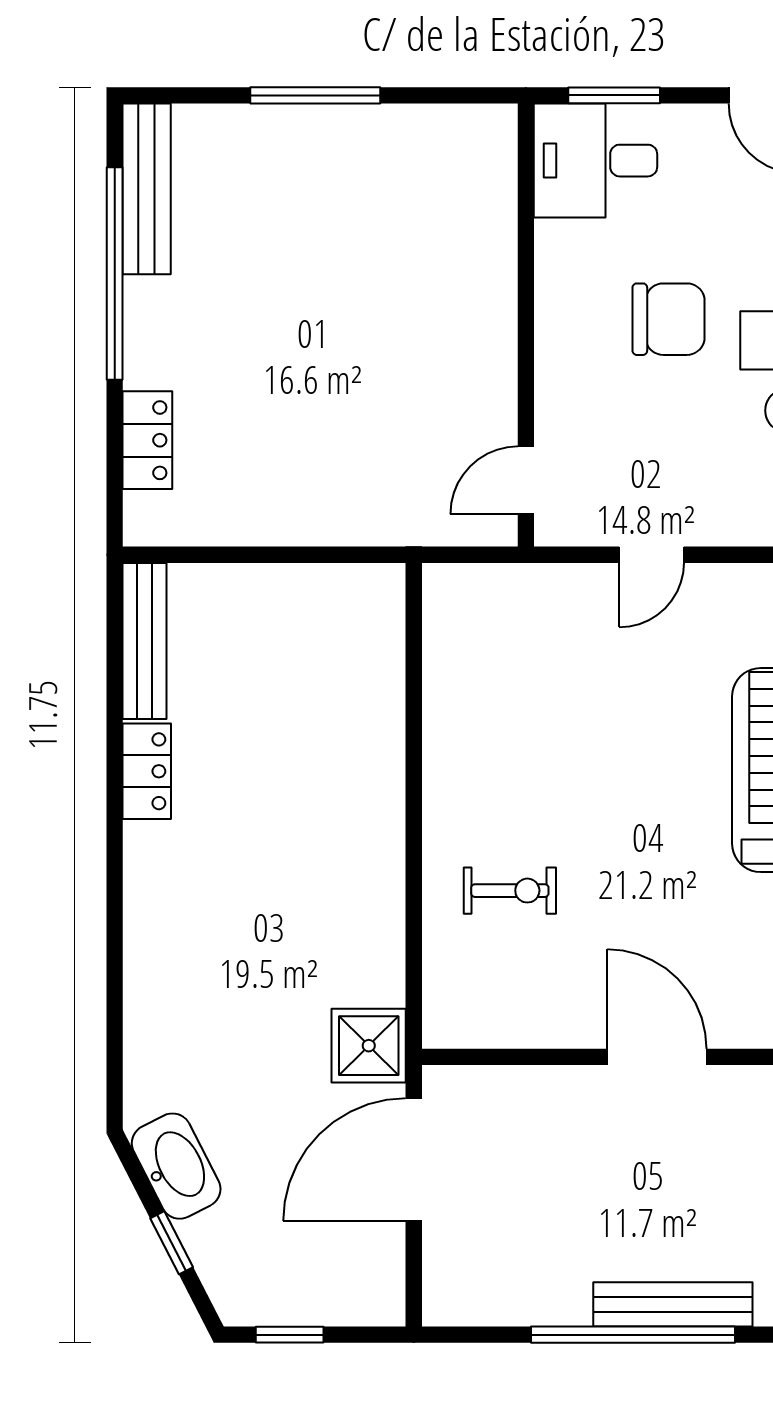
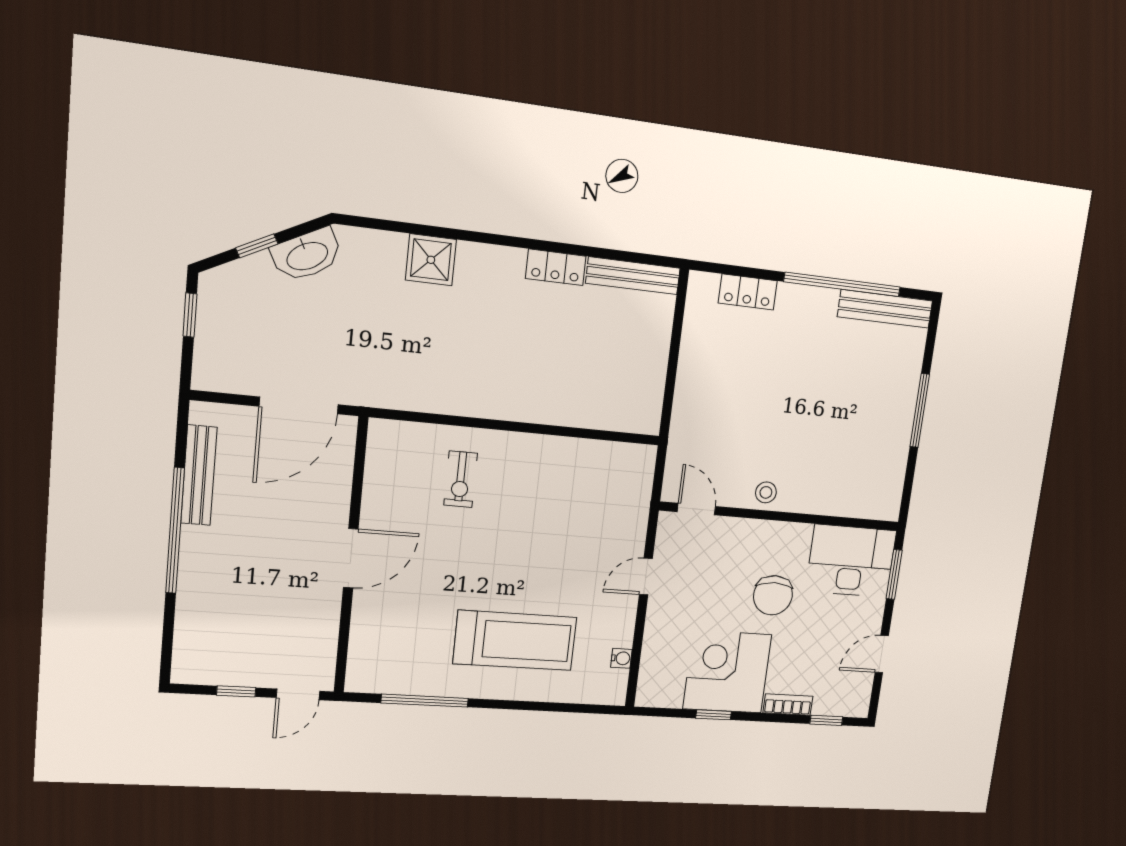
desk: (596, 161) -> (851, 561), width x1.37
stool: (486, 359) -> (766, 492), added
door: (651, 555) -> (646, 577), hinge flipped
shower: (369, 1046) -> (431, 260), moved
door: (414, 1160) -> (299, 405), swing flipped
bench: (673, 1304) -> (199, 475), moved

